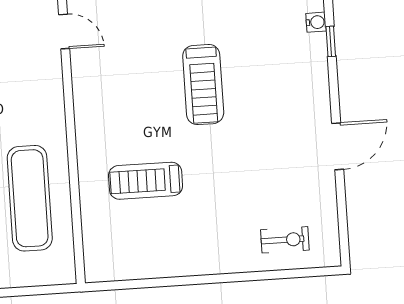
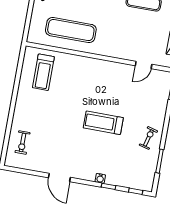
water cooler: (316, 22) -> (100, 178), moved
treadmill: (146, 181) -> (43, 72), moved, turned 180

